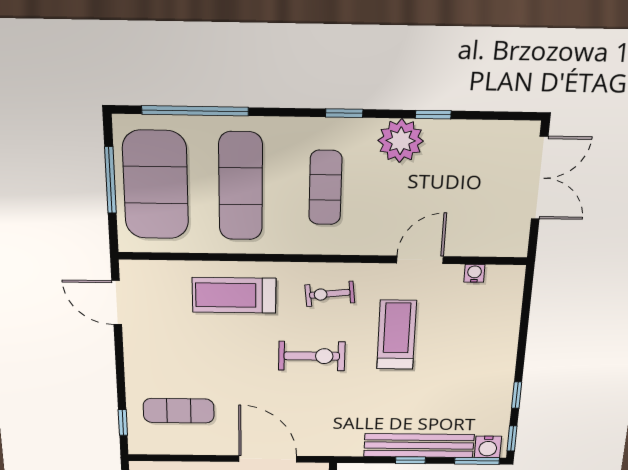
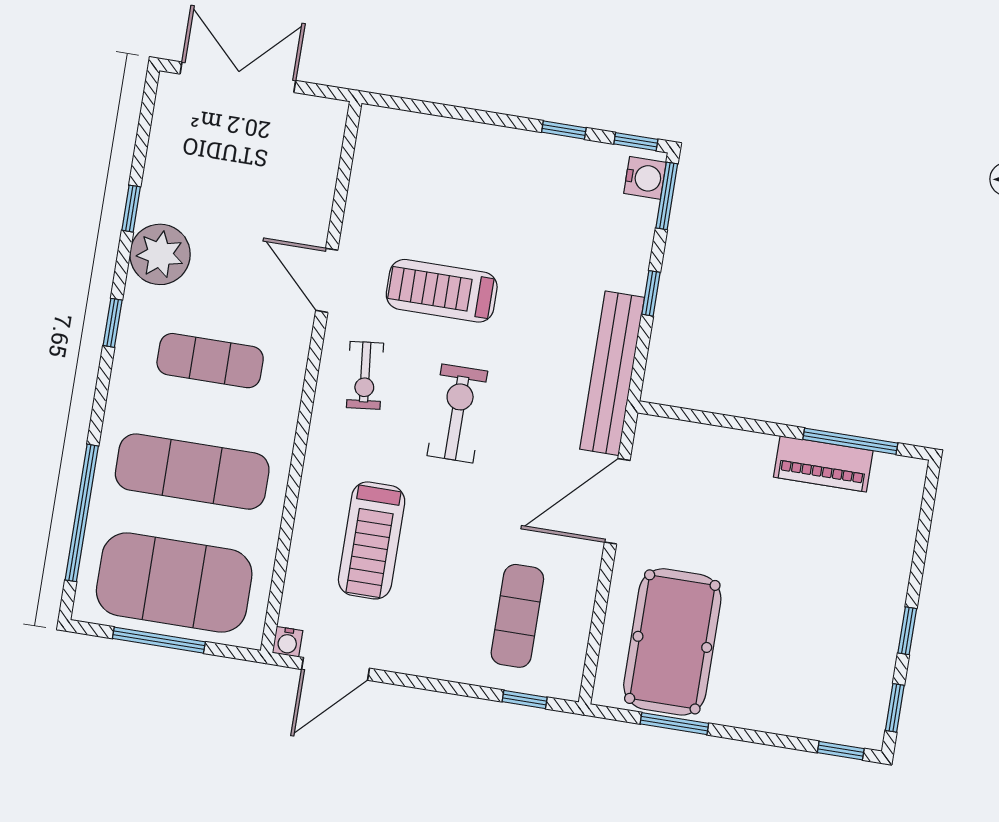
door: (420, 260) -> (327, 280), moved
water cooler: (474, 273) -> (288, 642), moved, turned -90
treadmill: (234, 295) -> (372, 540), moved
bench: (419, 446) -> (612, 373), moved

